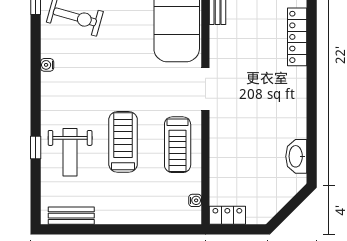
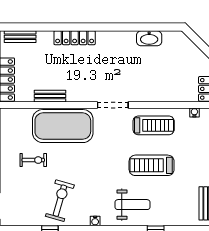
weight bench: (70, 152) -> (132, 205), moved
washbasin: (296, 156) -> (149, 38), moved

